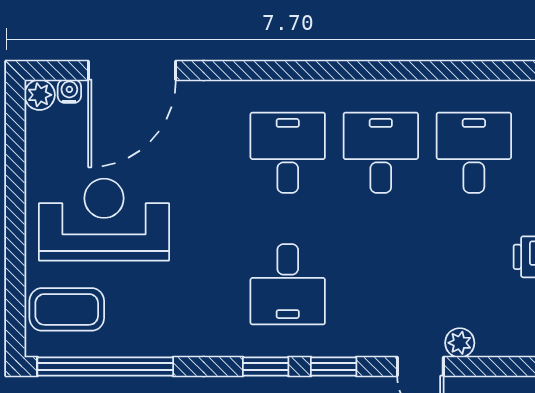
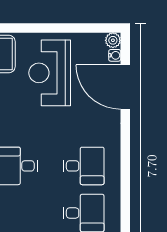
reception desk: (104, 220) -> (50, 73), turned 180

